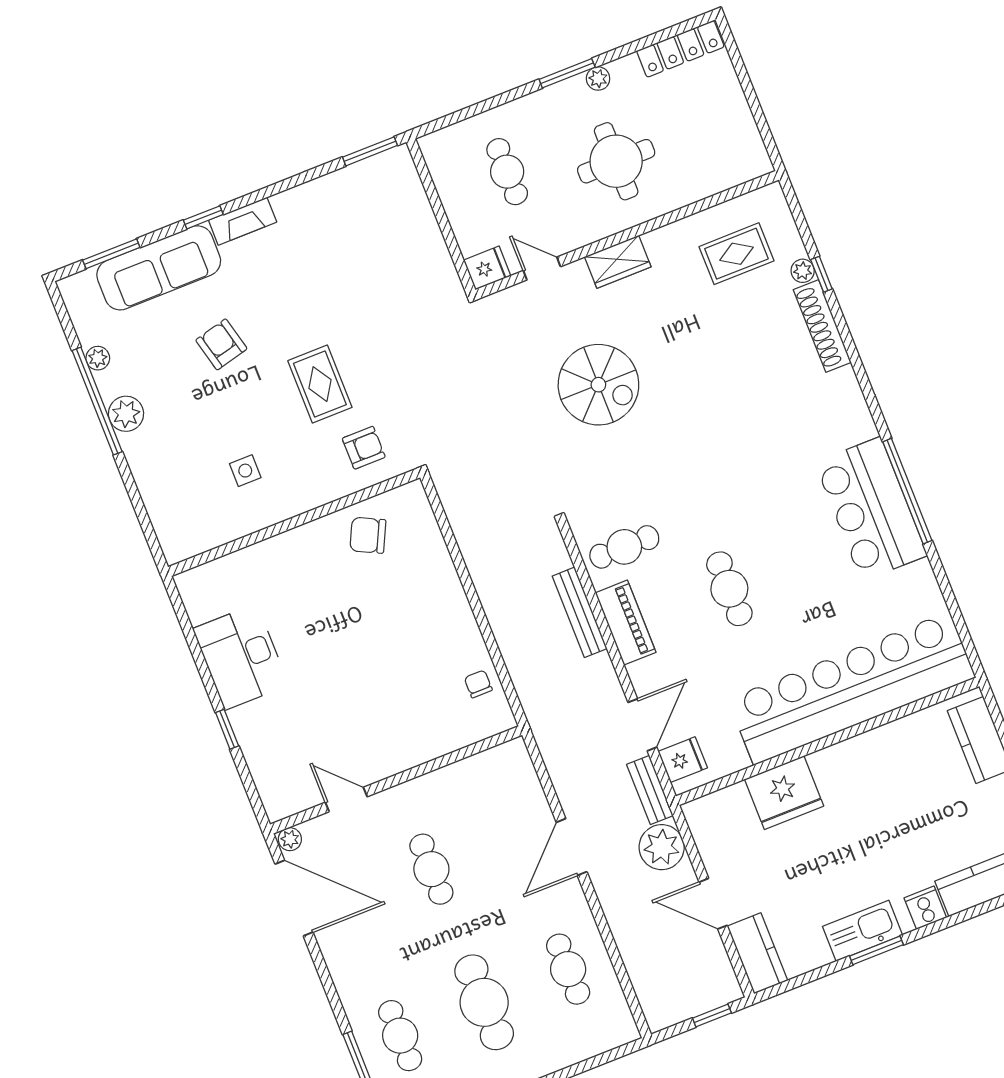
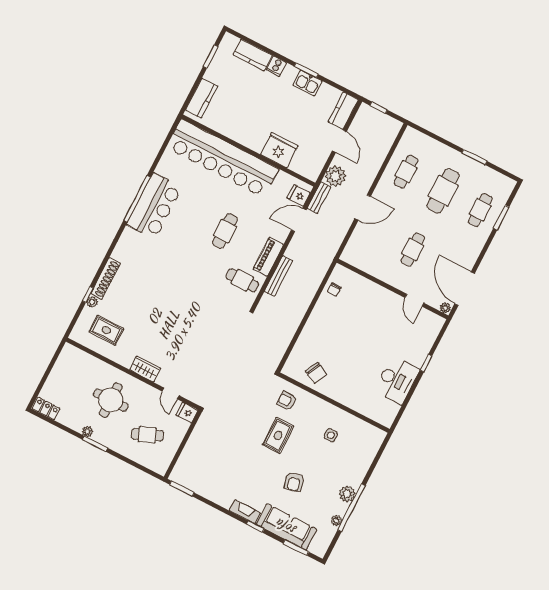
locker: (680, 49) -> (46, 409), width x0.66
cafe table: (507, 172) -> (147, 435), turned 67
spiral stairs: (598, 385) -> (194, 338), removed
kitchen sink: (863, 931) -> (307, 83), width x0.73

